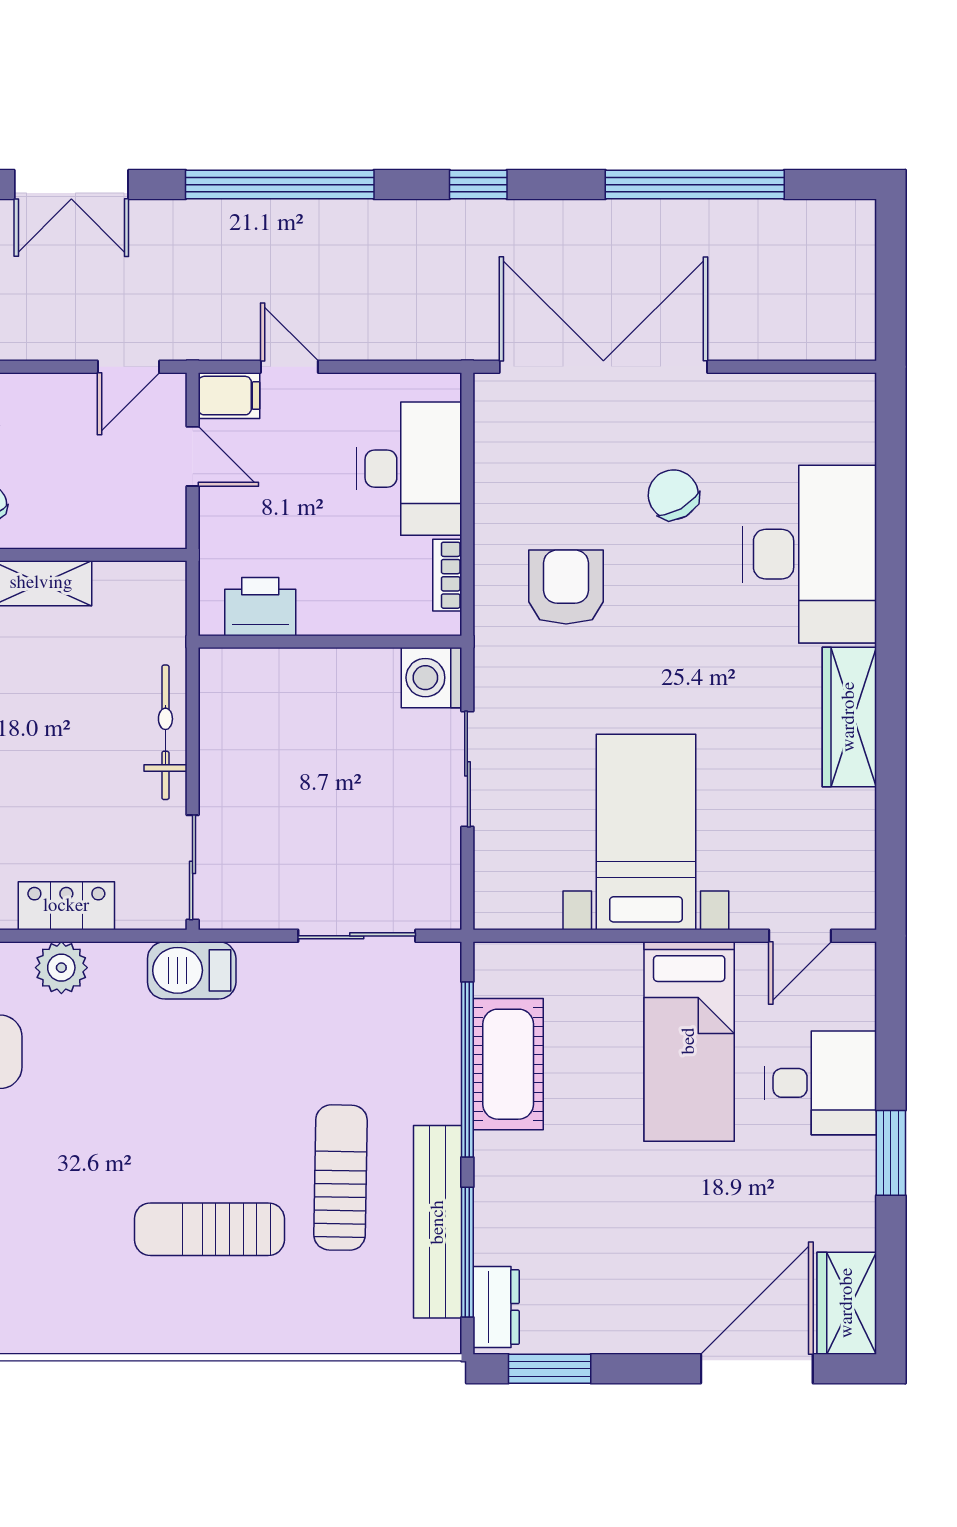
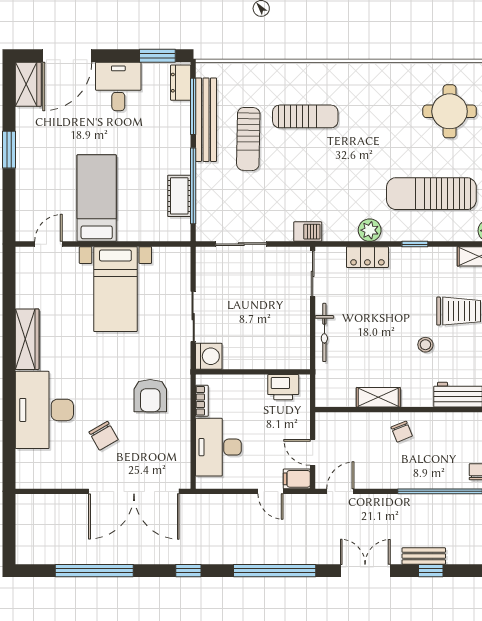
barbecue: (192, 970) -> (308, 232), width x0.73, depth x0.79
cot: (508, 1064) -> (179, 196), width x0.73, depth x0.75
desk: (820, 1083) -> (118, 86), moved, turned 90

